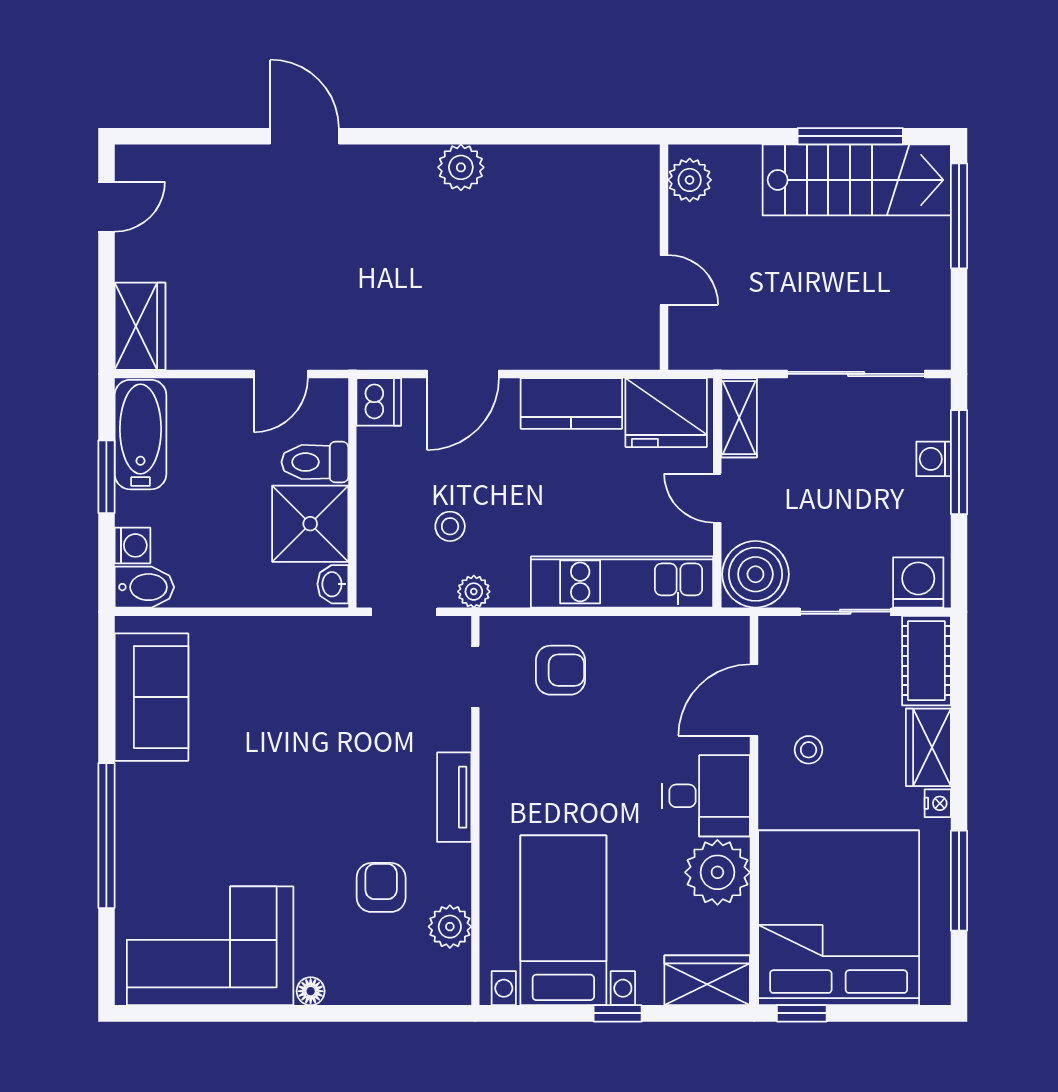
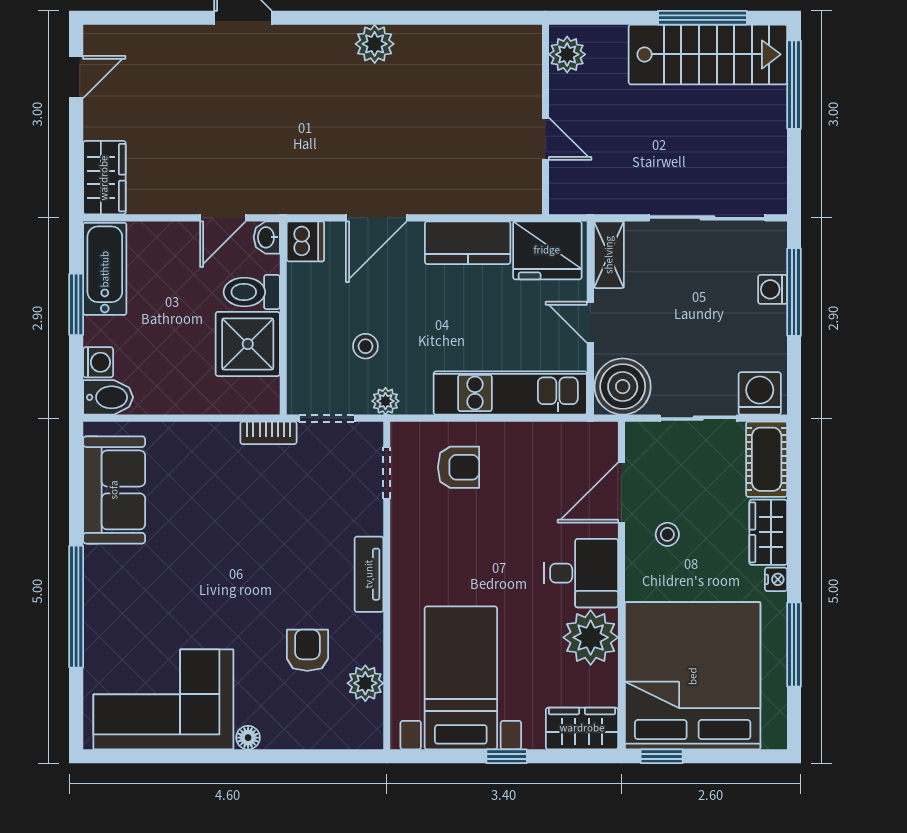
washbasin: (333, 584) -> (267, 237), moved
bookcase: (335, 629) -> (269, 433), added

